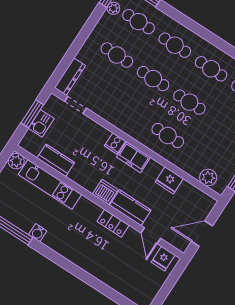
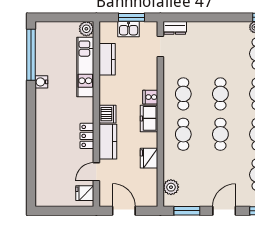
cafe table: (117, 55) -> (183, 94), moved
dresser: (70, 77) -> (175, 28), width x0.70

